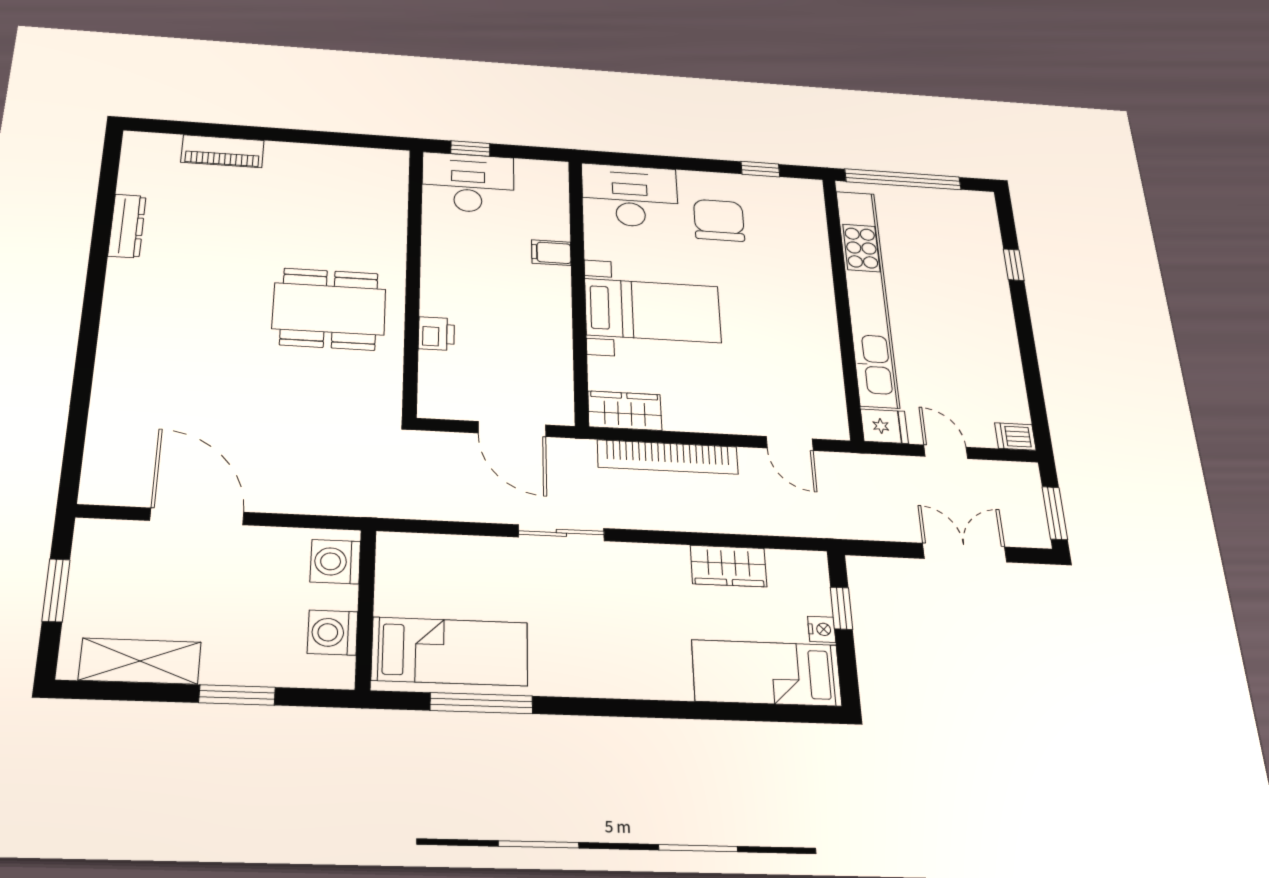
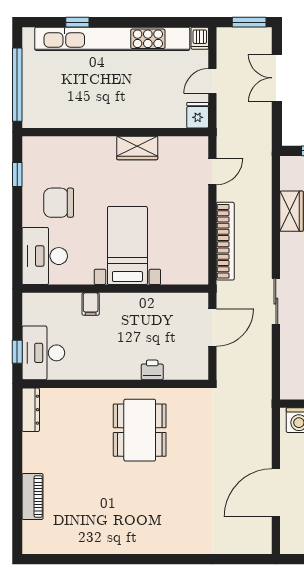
dresser: (127, 226) -> (31, 410), moved, turned 90
kitchen unit: (867, 297) -> (112, 39), moved, turned 180
wardrobe: (625, 411) -> (137, 148), moved, turned -90

